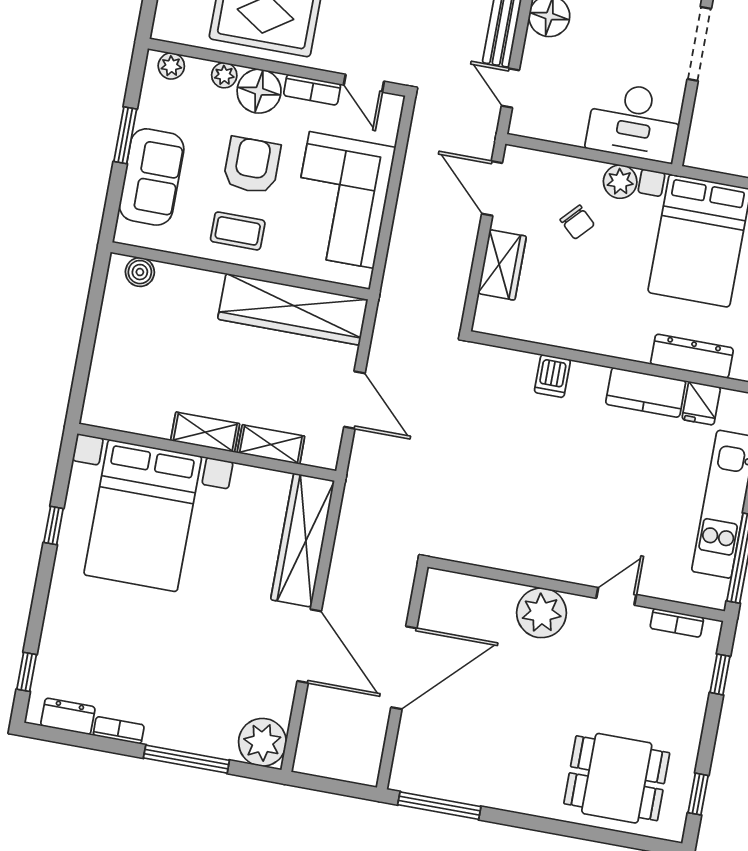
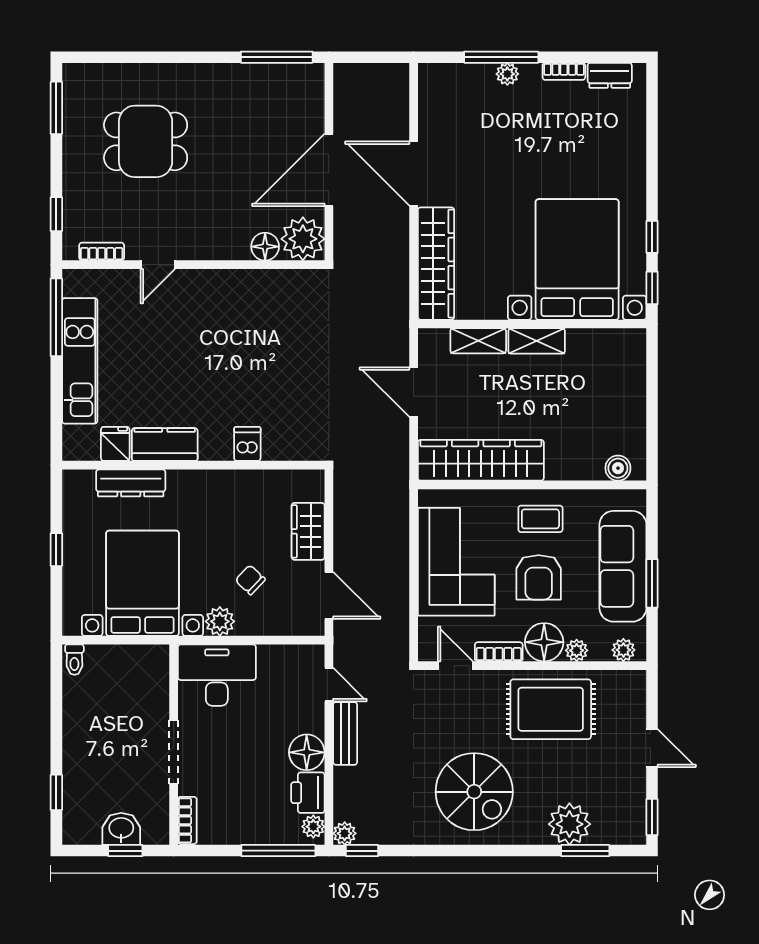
sofa: (152, 177) -> (623, 566), width x1.36
floor lamp: (492, 595) -> (265, 247), added
plant: (542, 613) -> (303, 239), moved
window: (27, 672) -> (652, 288), moved
plant: (262, 742) -> (507, 74), moved, width x0.53, depth x0.53
dining table: (617, 778) -> (146, 141), moved
window: (698, 794) -> (56, 108), width x1.50

